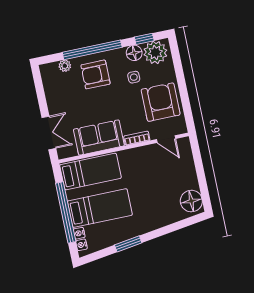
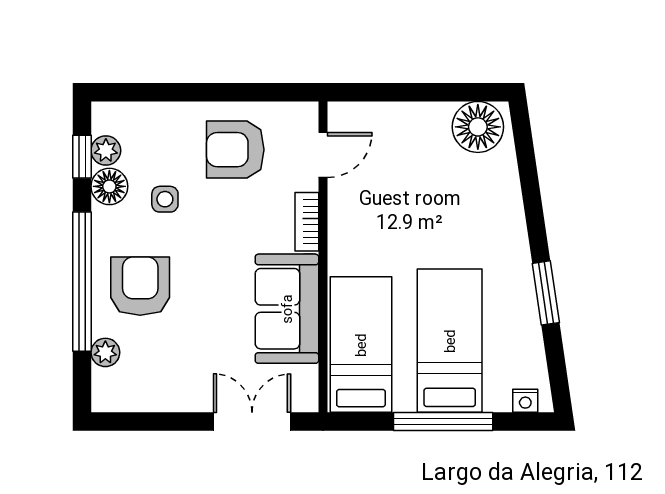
plant: (155, 52) -> (106, 151), width x0.53, depth x0.53
armchair: (95, 74) -> (140, 286), turned 180
armchair: (161, 102) -> (235, 150), width x0.73, depth x0.73
window: (66, 212) -> (443, 421), width x0.68
nightstand: (79, 233) -> (497, 401), removed

